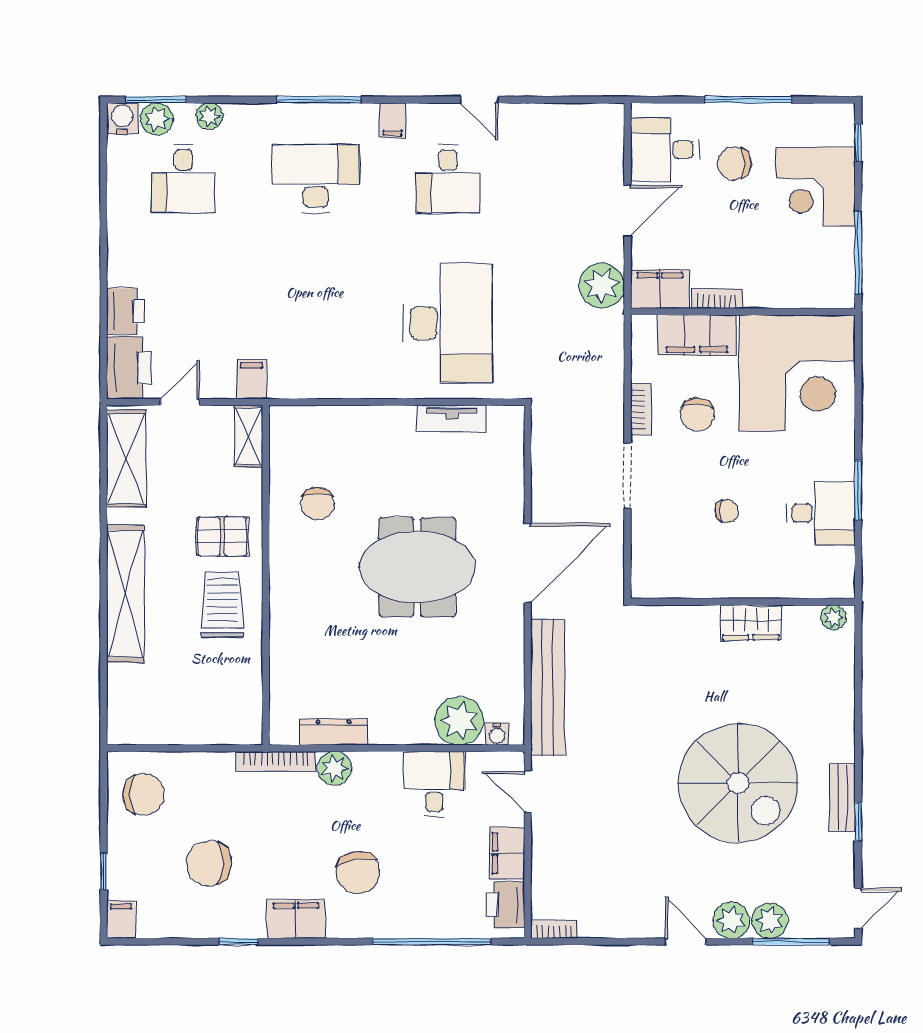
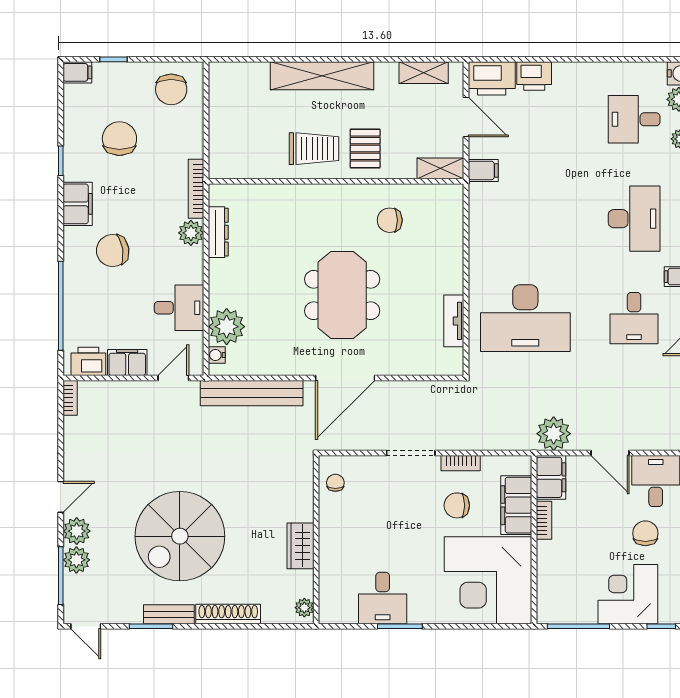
desk: (448, 179) -> (634, 318), turned -90
door: (180, 402) -> (466, 117), width x1.38
shelving: (126, 459) -> (424, 73), width x0.67, depth x0.75
chair: (727, 511) -> (335, 483), moved, turned 180
door: (528, 563) -> (345, 378), hinge flipped
shoe rack: (842, 719) -> (228, 614), added
window: (858, 822) -> (151, 626), width x1.50

